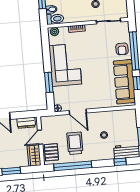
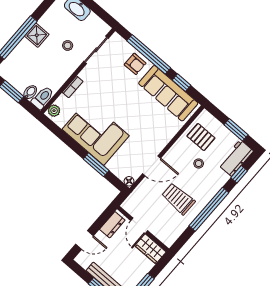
pallet: (51, 152) -> (201, 137), moved
window: (73, 166) -> (209, 209), moved

